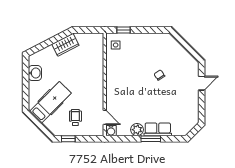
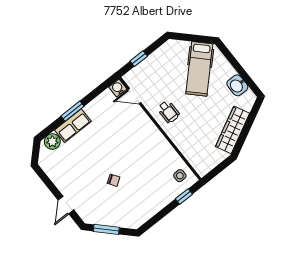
wardrobe: (65, 45) -> (233, 130), width x1.50
window: (188, 48) -> (106, 229), added
wheelchair: (75, 117) -> (169, 112), moved
plant: (137, 130) -> (52, 142), moved
window: (68, 139) -> (139, 59), moved

